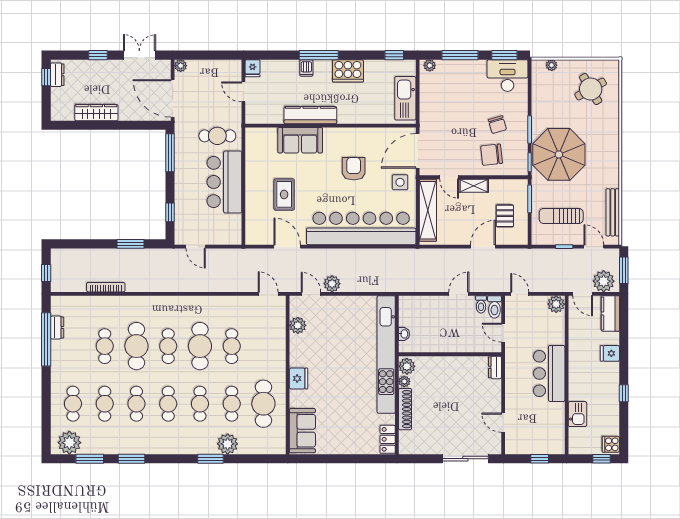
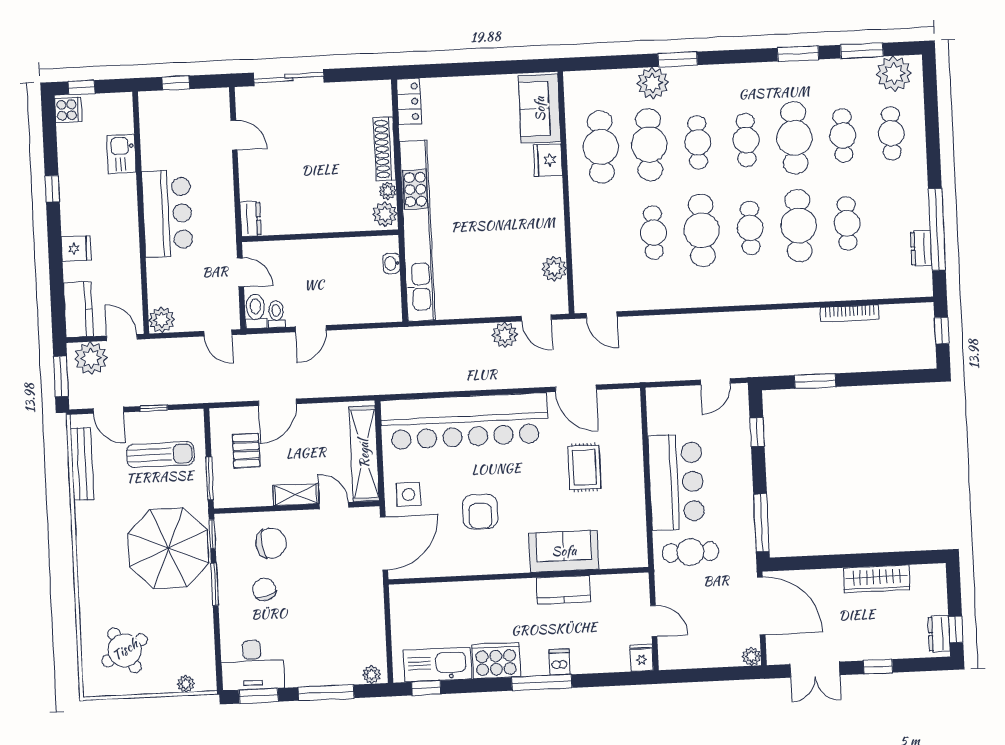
kitchen sink: (405, 98) -> (437, 665), moved, turned -90
kitchen counter: (310, 115) -> (563, 590), width x0.67
door: (196, 247) -> (715, 382), swing flipped
fridge: (299, 378) -> (548, 160), moved
cafe table: (136, 404) -> (794, 138), width x1.37, depth x1.35
cafe table: (232, 404) -> (649, 145), width x1.37, depth x1.35

